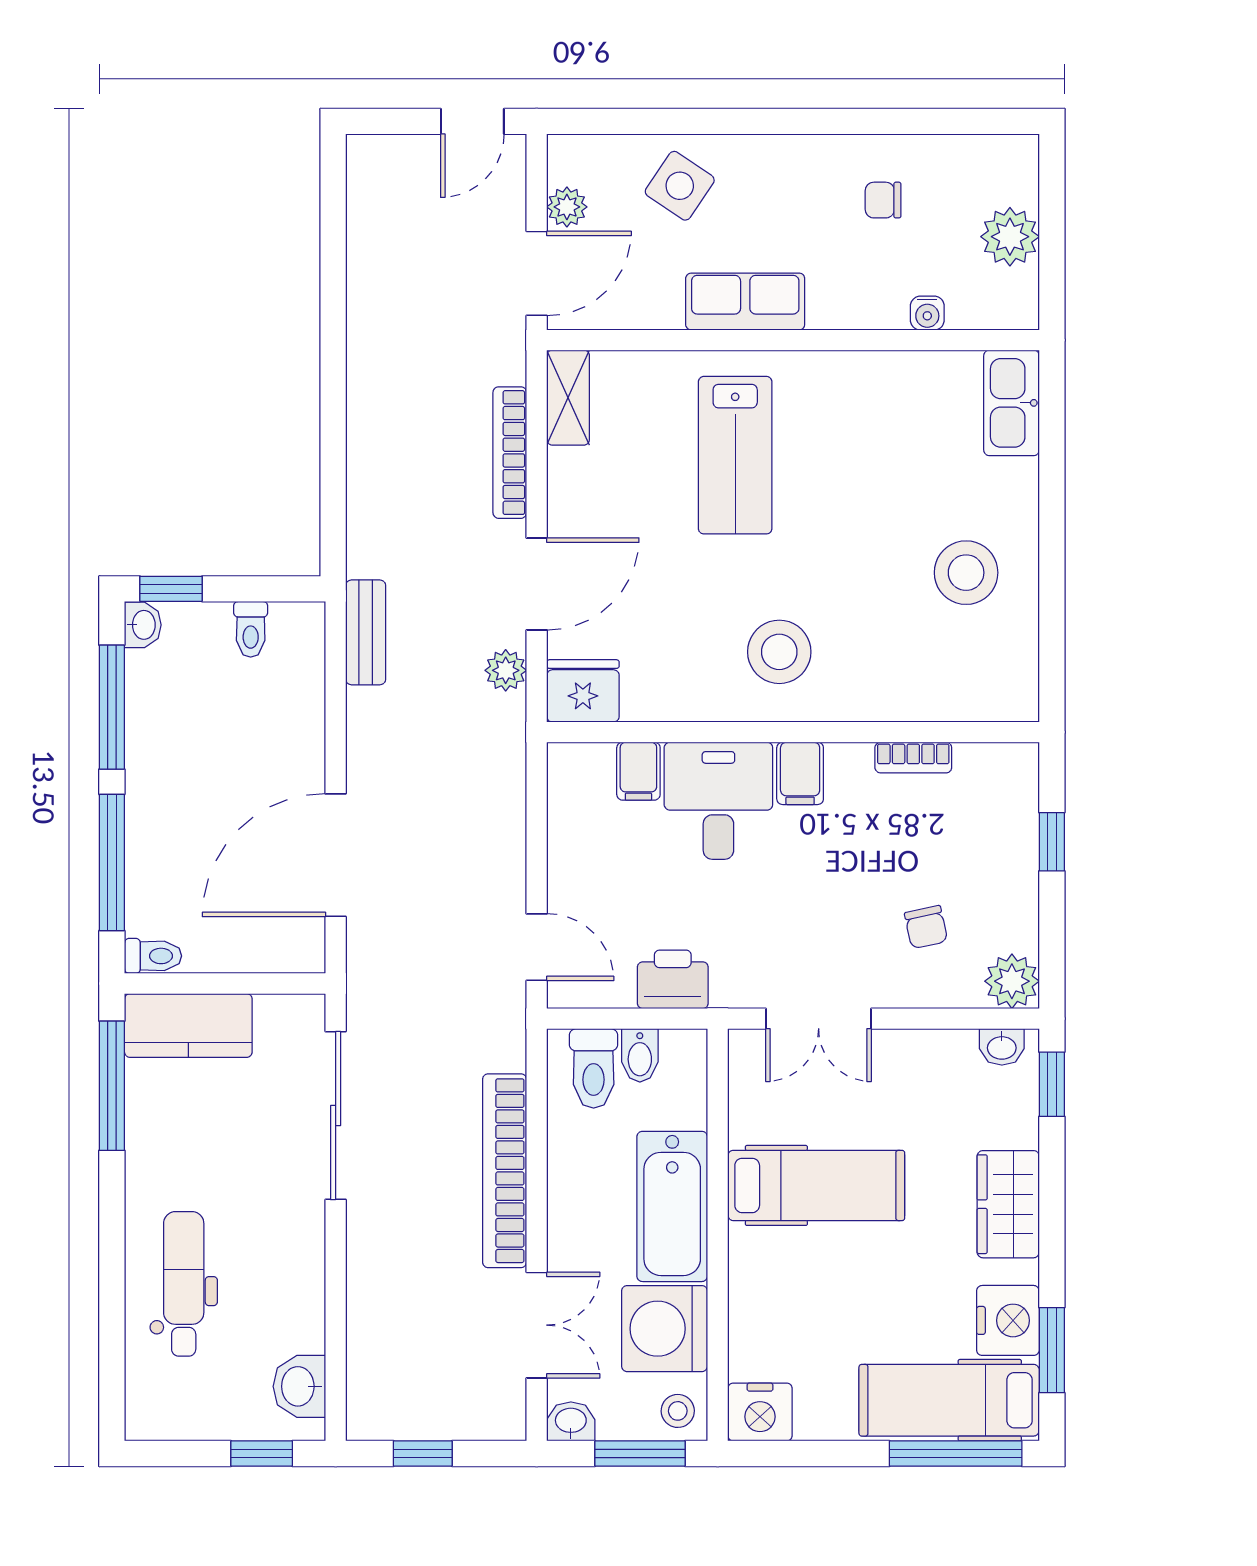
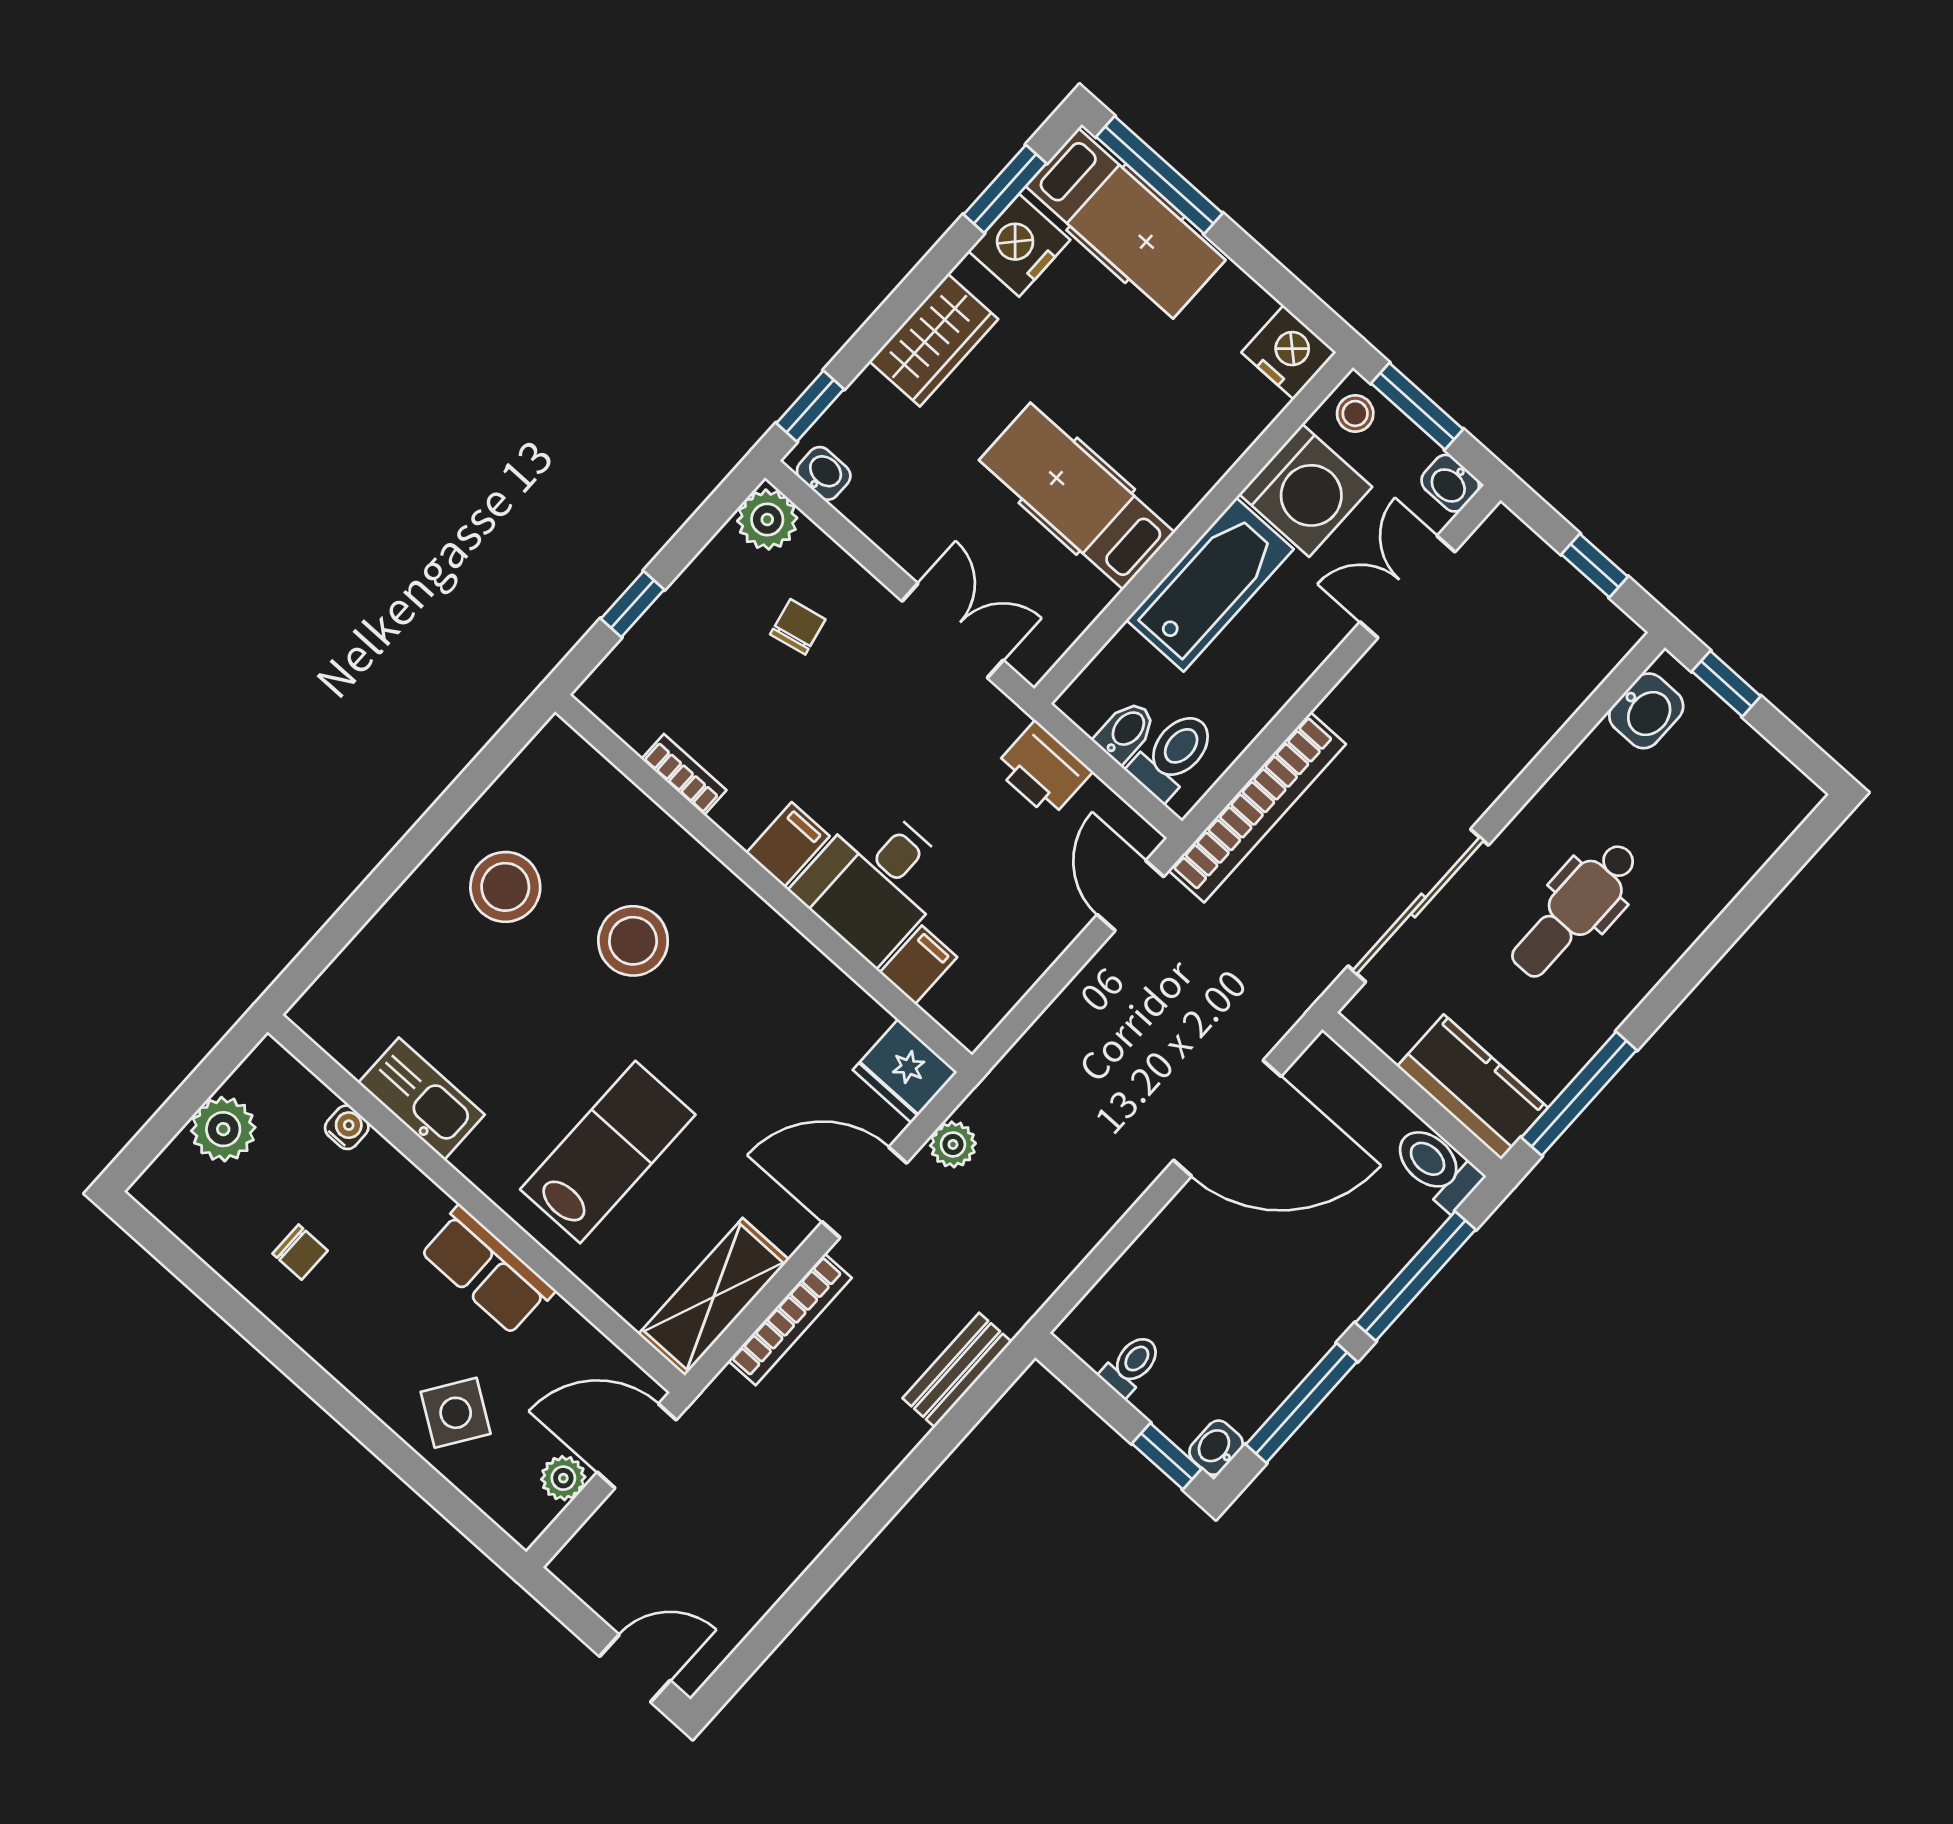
door: (472, 121) -> (635, 1668), moved
shelving: (568, 398) -> (714, 1297), width x1.50, depth x1.33
kitchen sink: (1012, 403) -> (421, 1099), moved, turned -90
bench: (366, 632) -> (957, 1370), moved
stool: (779, 652) -> (633, 941), moved
toilet: (153, 956) -> (1437, 1167), width x1.37, depth x1.39
bookcase: (505, 1171) -> (1257, 807), moved
dental chair: (184, 1284) -> (1575, 910), moved

